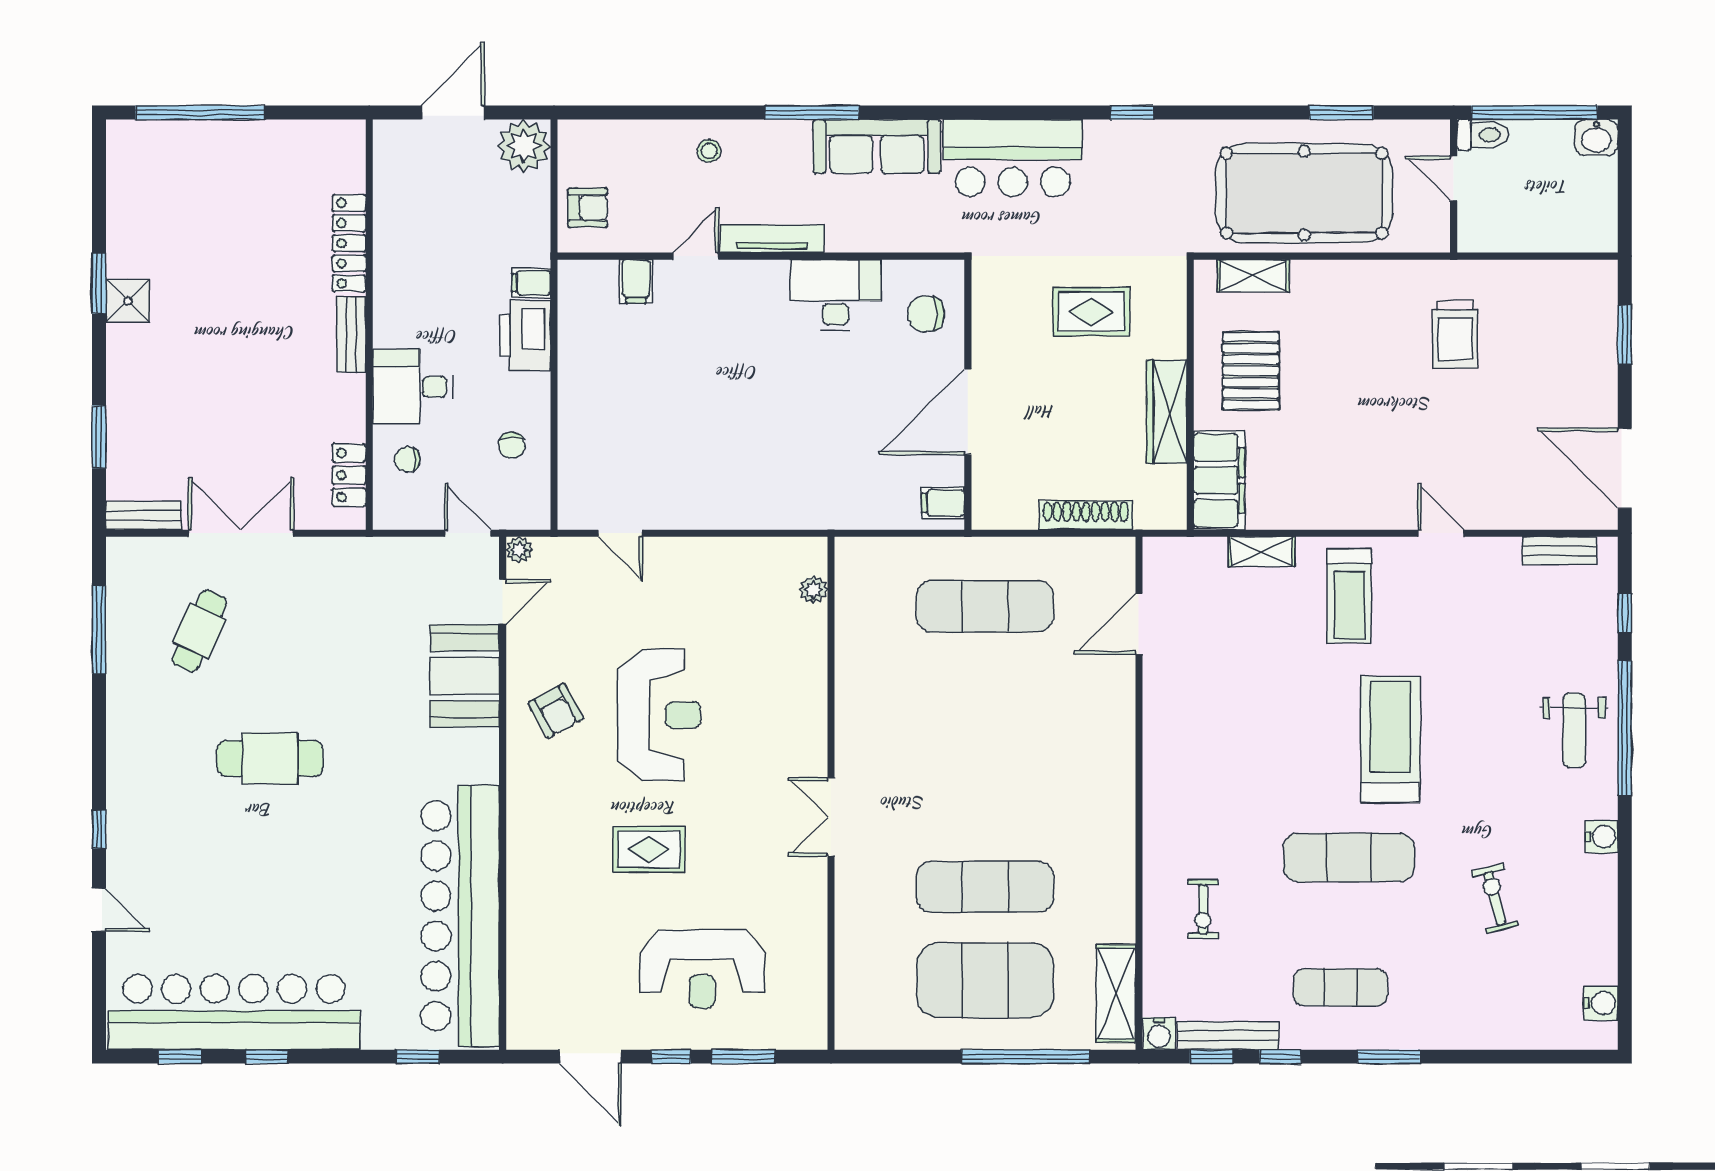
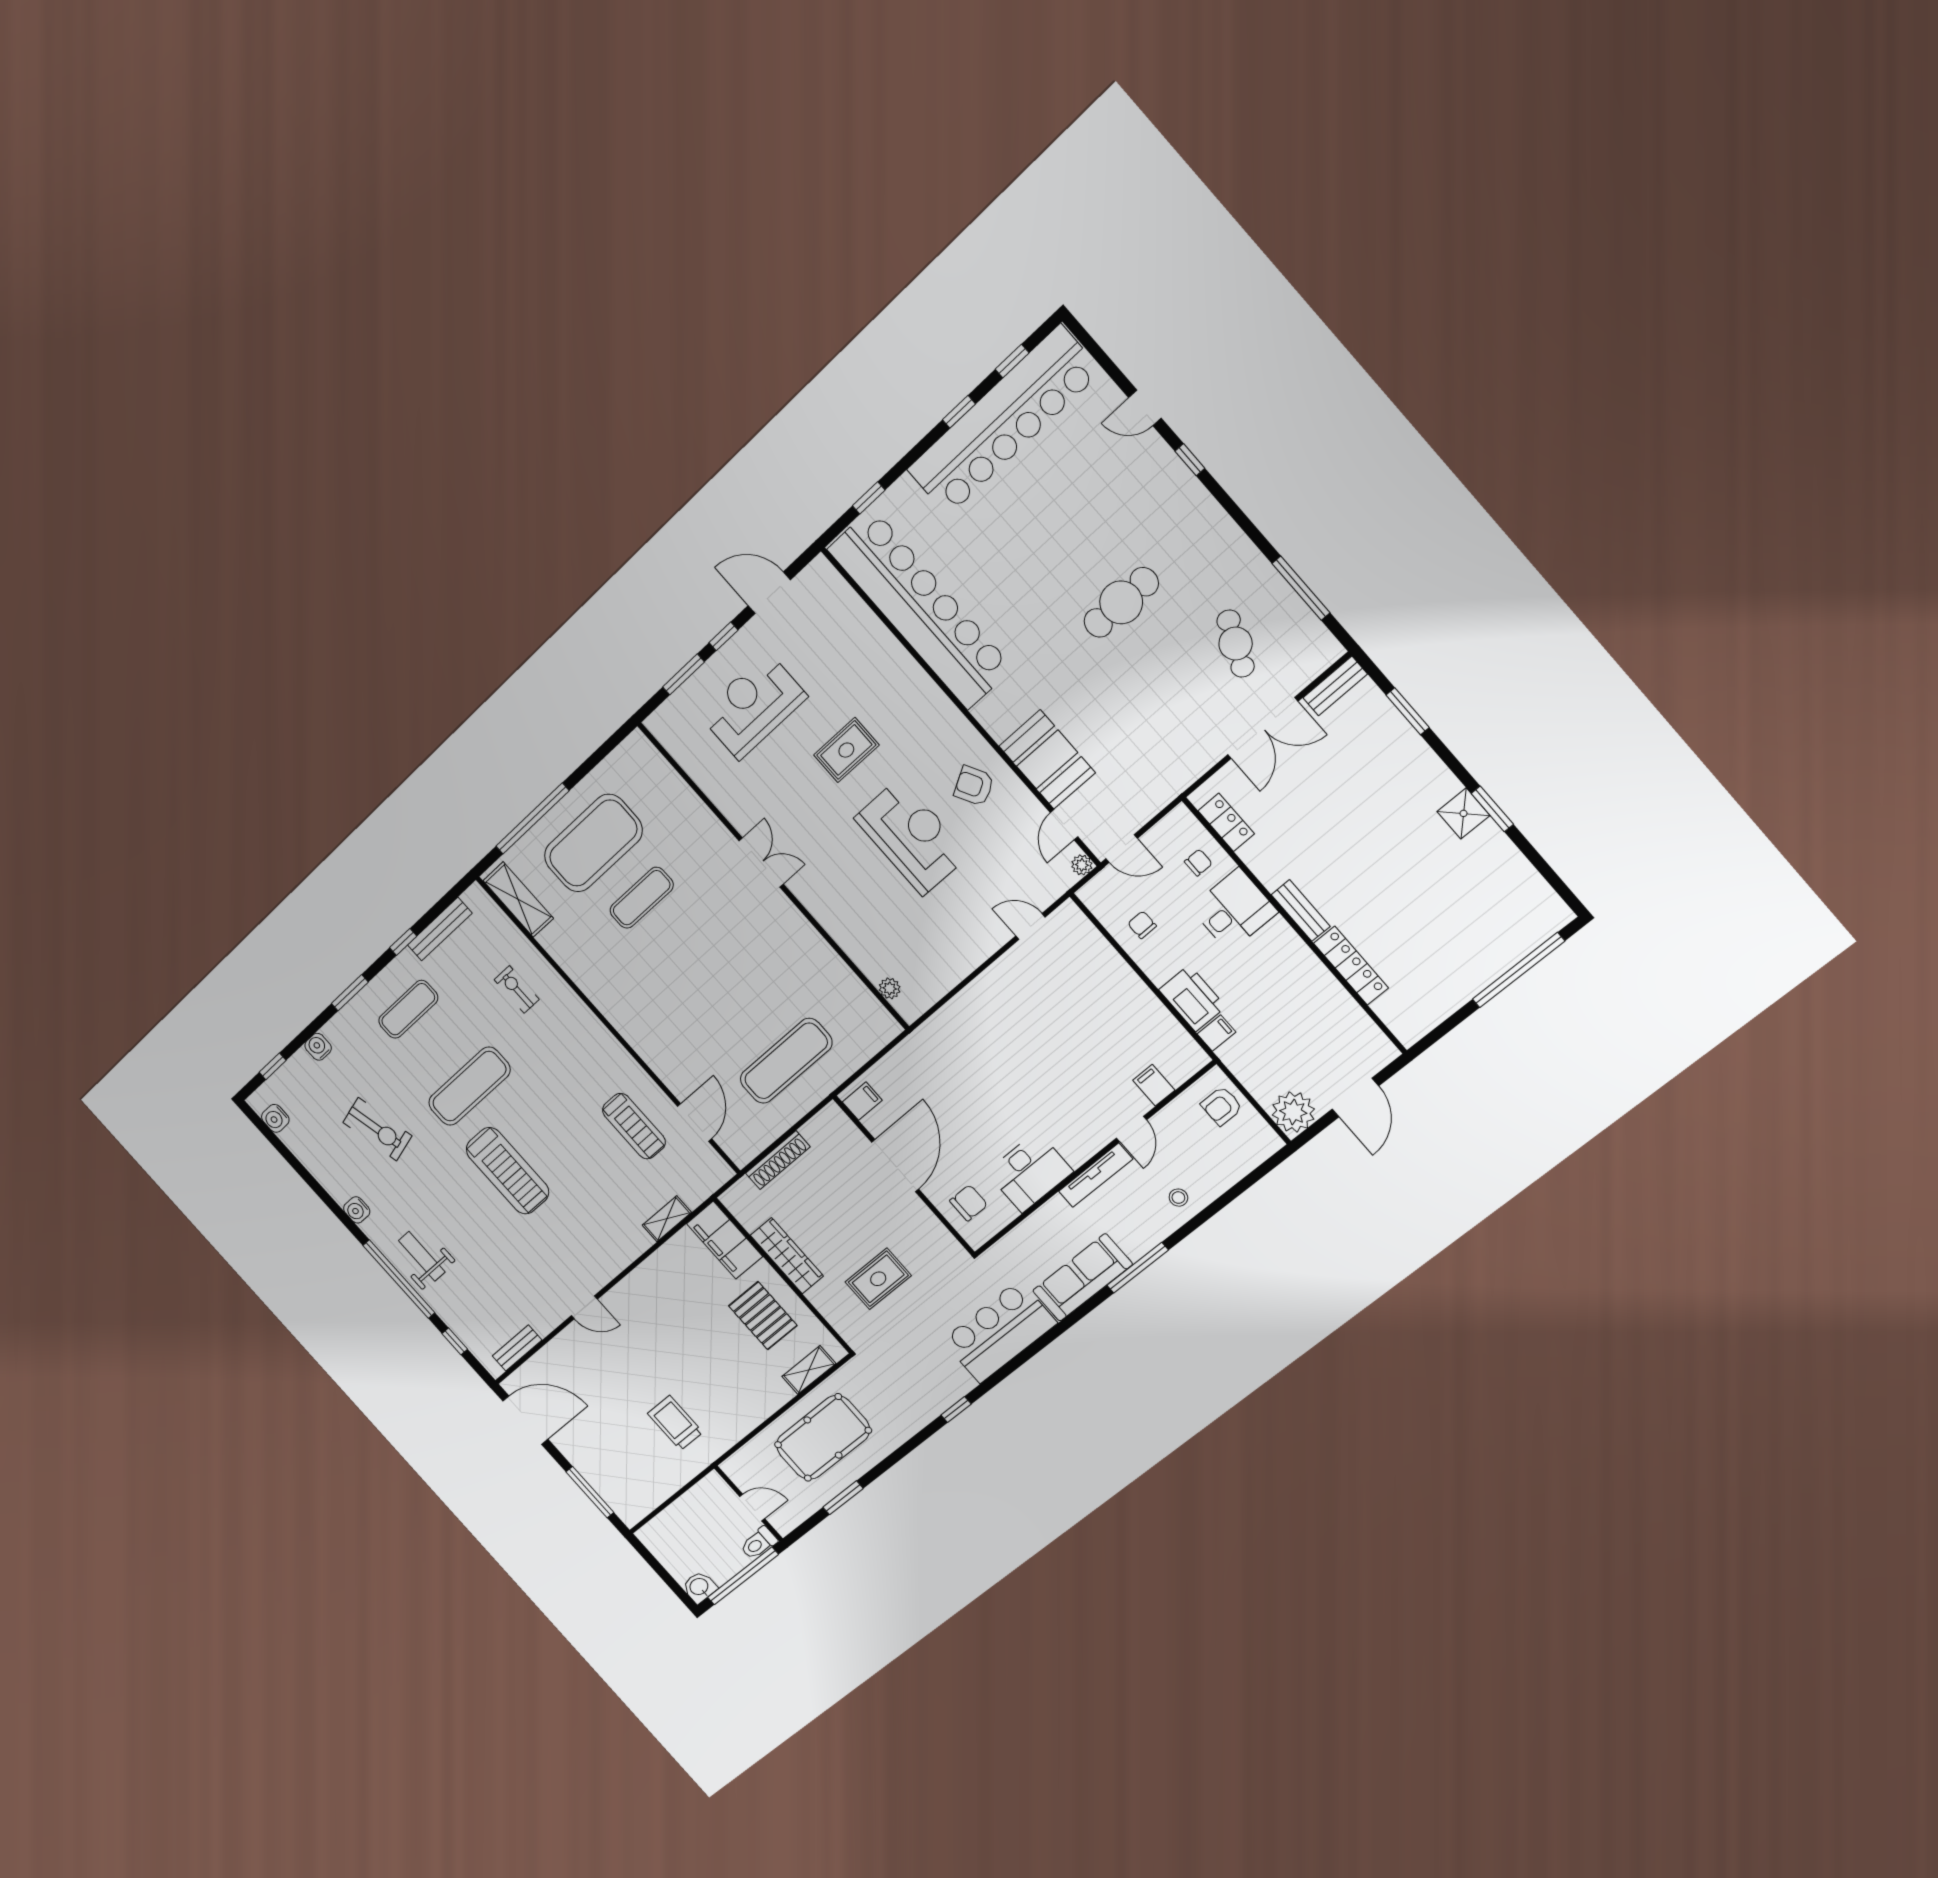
pool table: (1304, 193) -> (823, 1438), width x0.73, depth x0.76
window: (1625, 335) -> (590, 1492), width x1.44
treadmill: (1349, 596) -> (634, 1126), moved, turned 180
reception desk: (659, 715) -> (912, 837), turned 180
exercise mat: (985, 887) -> (642, 898), width x0.73, depth x0.69
exercise bike: (1495, 898) -> (377, 1129), width x1.38, depth x1.39
water cooler: (1159, 1034) -> (318, 1047), moved
window: (1211, 1057) -> (273, 1066), moved

